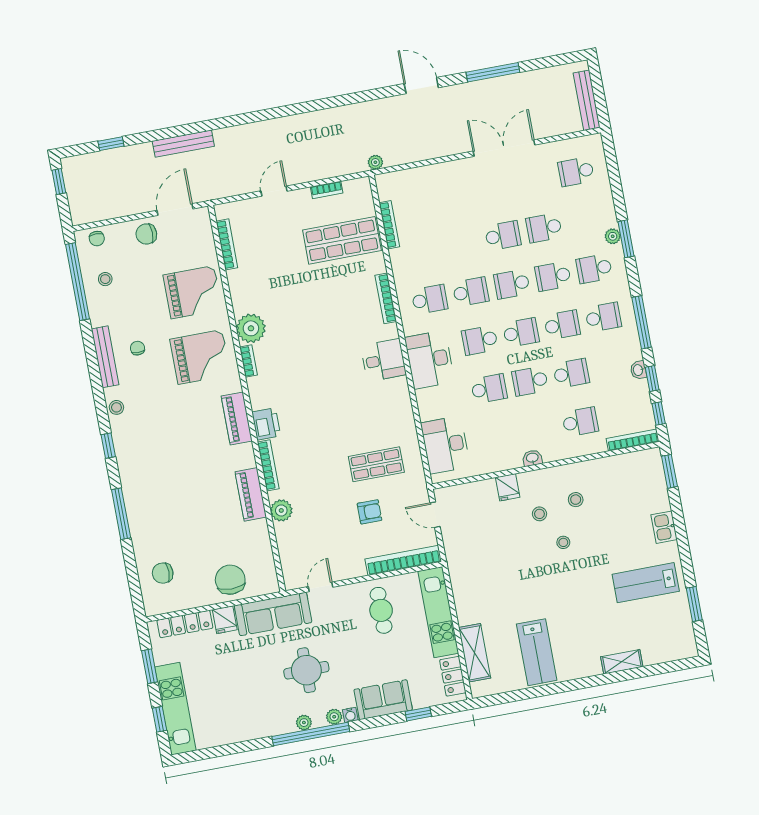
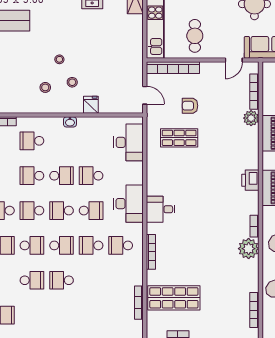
bookcase: (268, 465) -> (254, 92), moved

